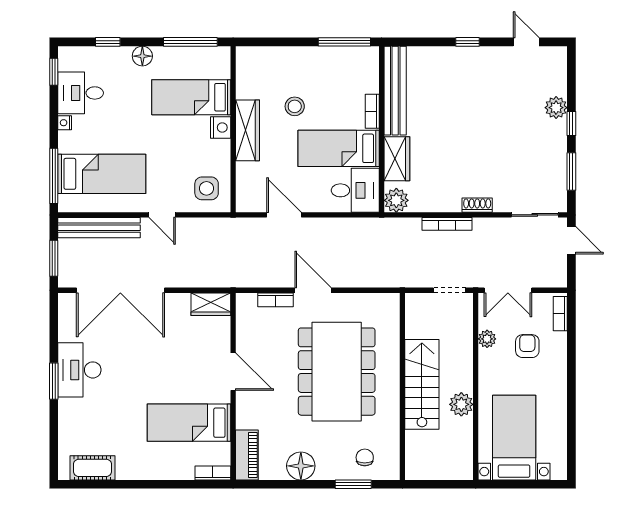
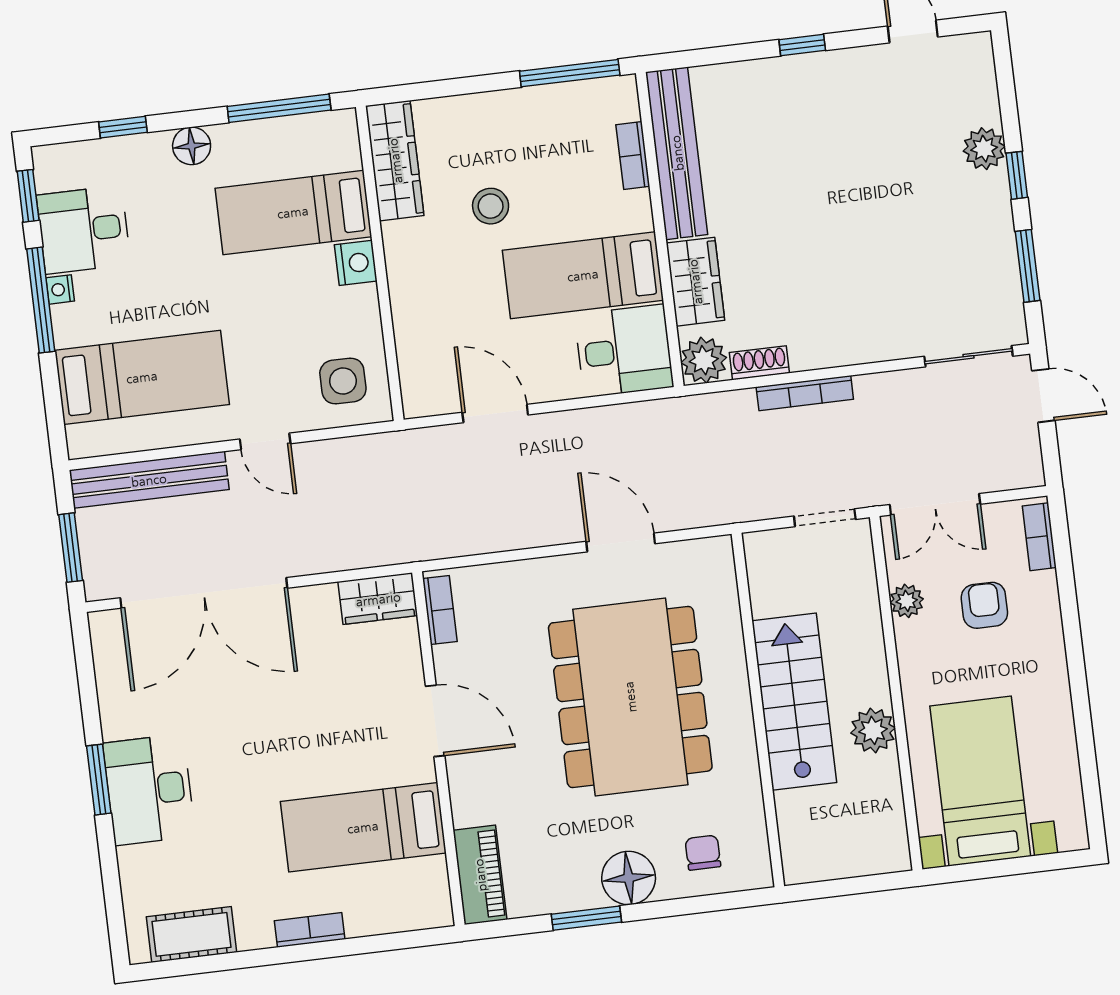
bookcase: (372, 111) -> (633, 156), moved
wardrobe: (247, 130) -> (395, 161), moved
window: (54, 176) -> (41, 300), moved
shoe rack: (477, 205) -> (759, 363), moved
door: (313, 290) -> (621, 542), moved
bookcase: (275, 300) -> (440, 610), moved, turned -90
desk: (79, 370) -> (149, 790), moved
floor lamp: (301, 466) -> (629, 878), moved
bookcase: (213, 473) -> (310, 930), moved
window: (353, 484) -> (586, 918), moved

